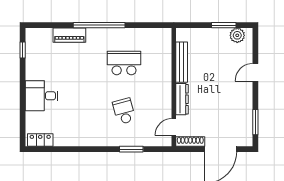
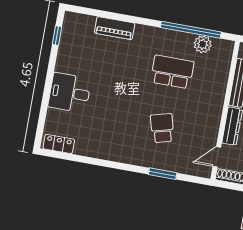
window: (99, 25) -> (191, 30), moved
plant: (145, 35) -> (203, 44), added

